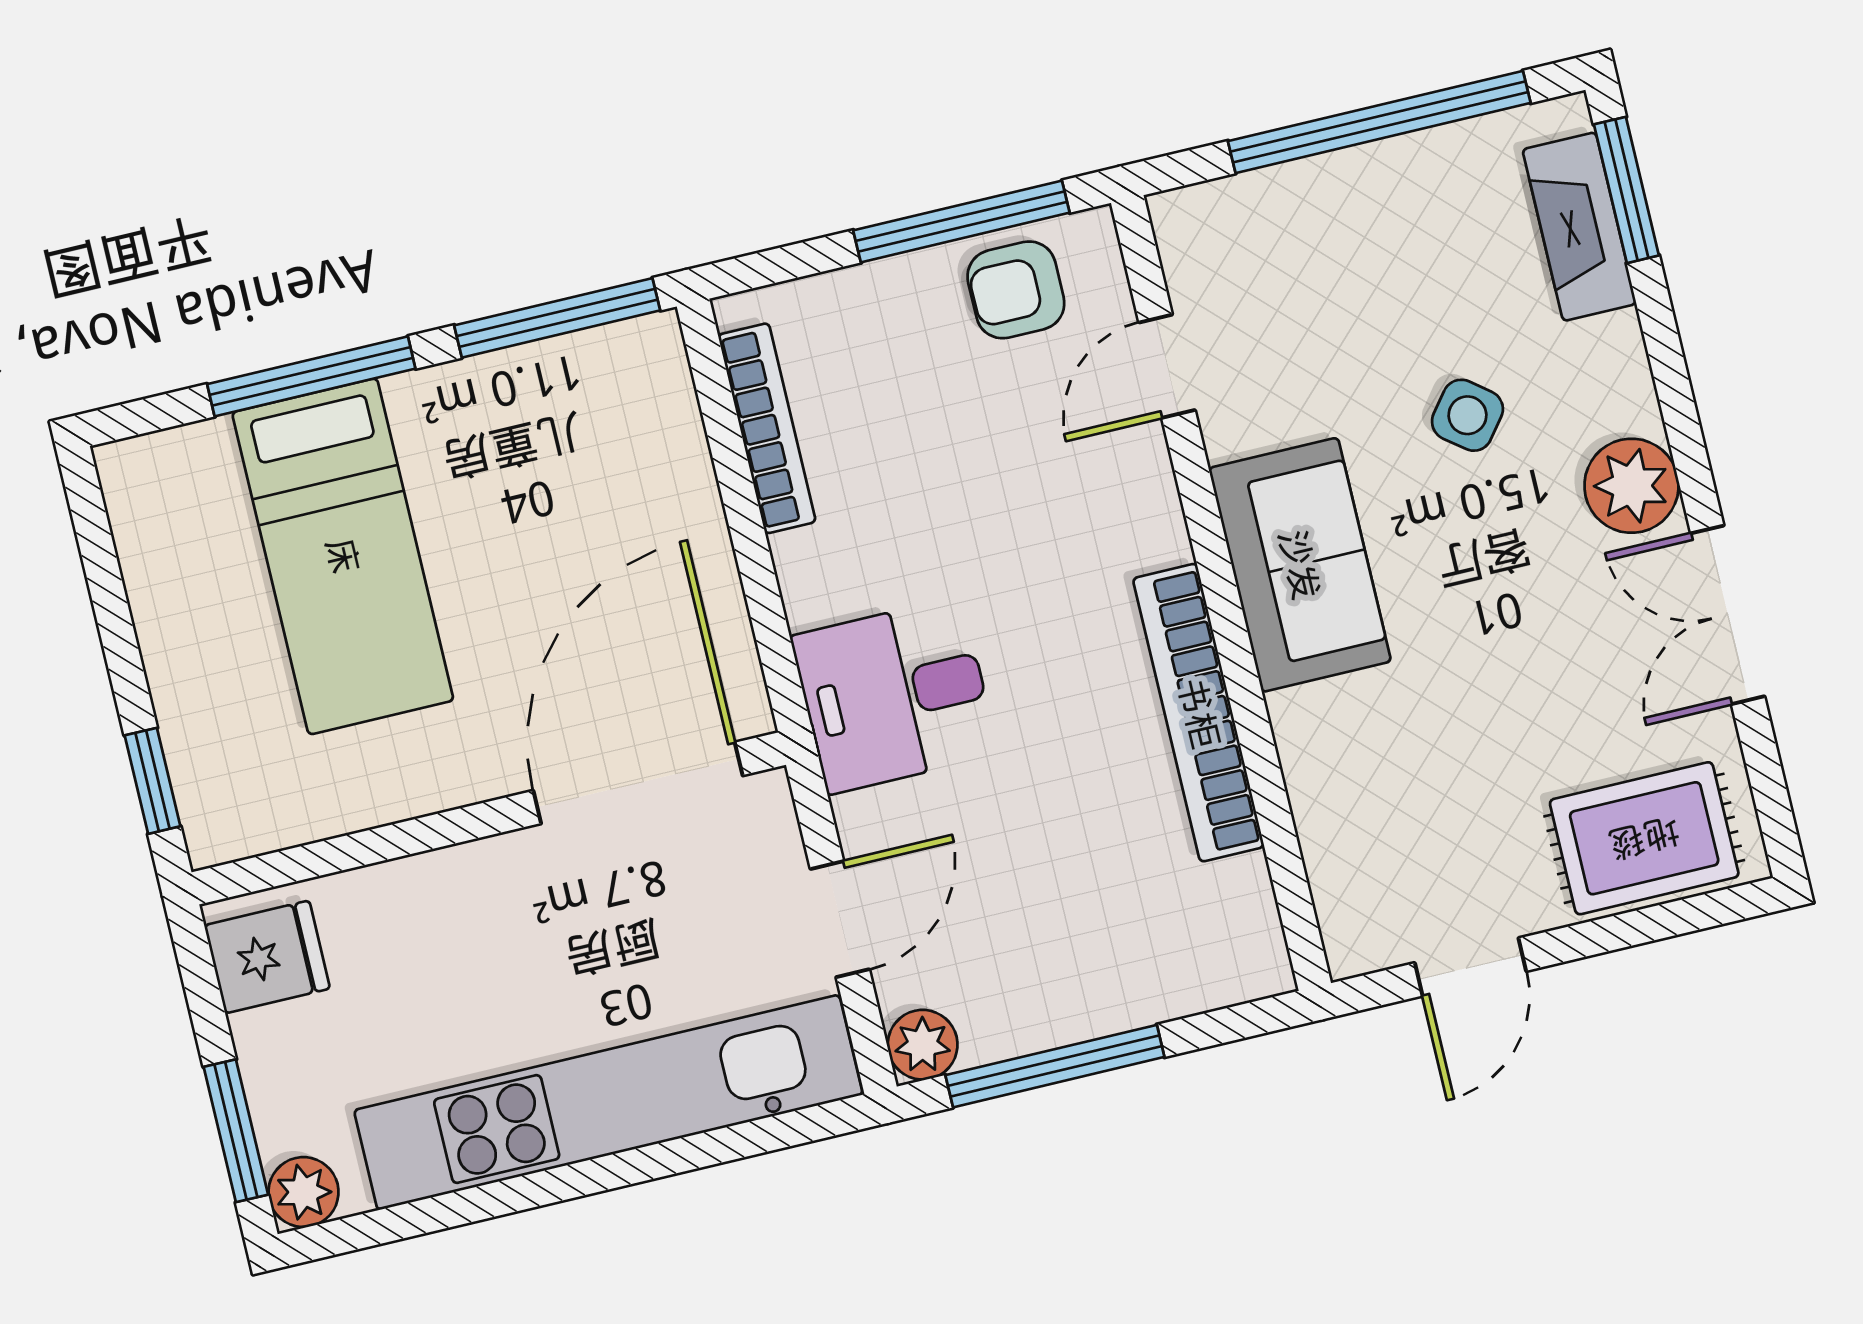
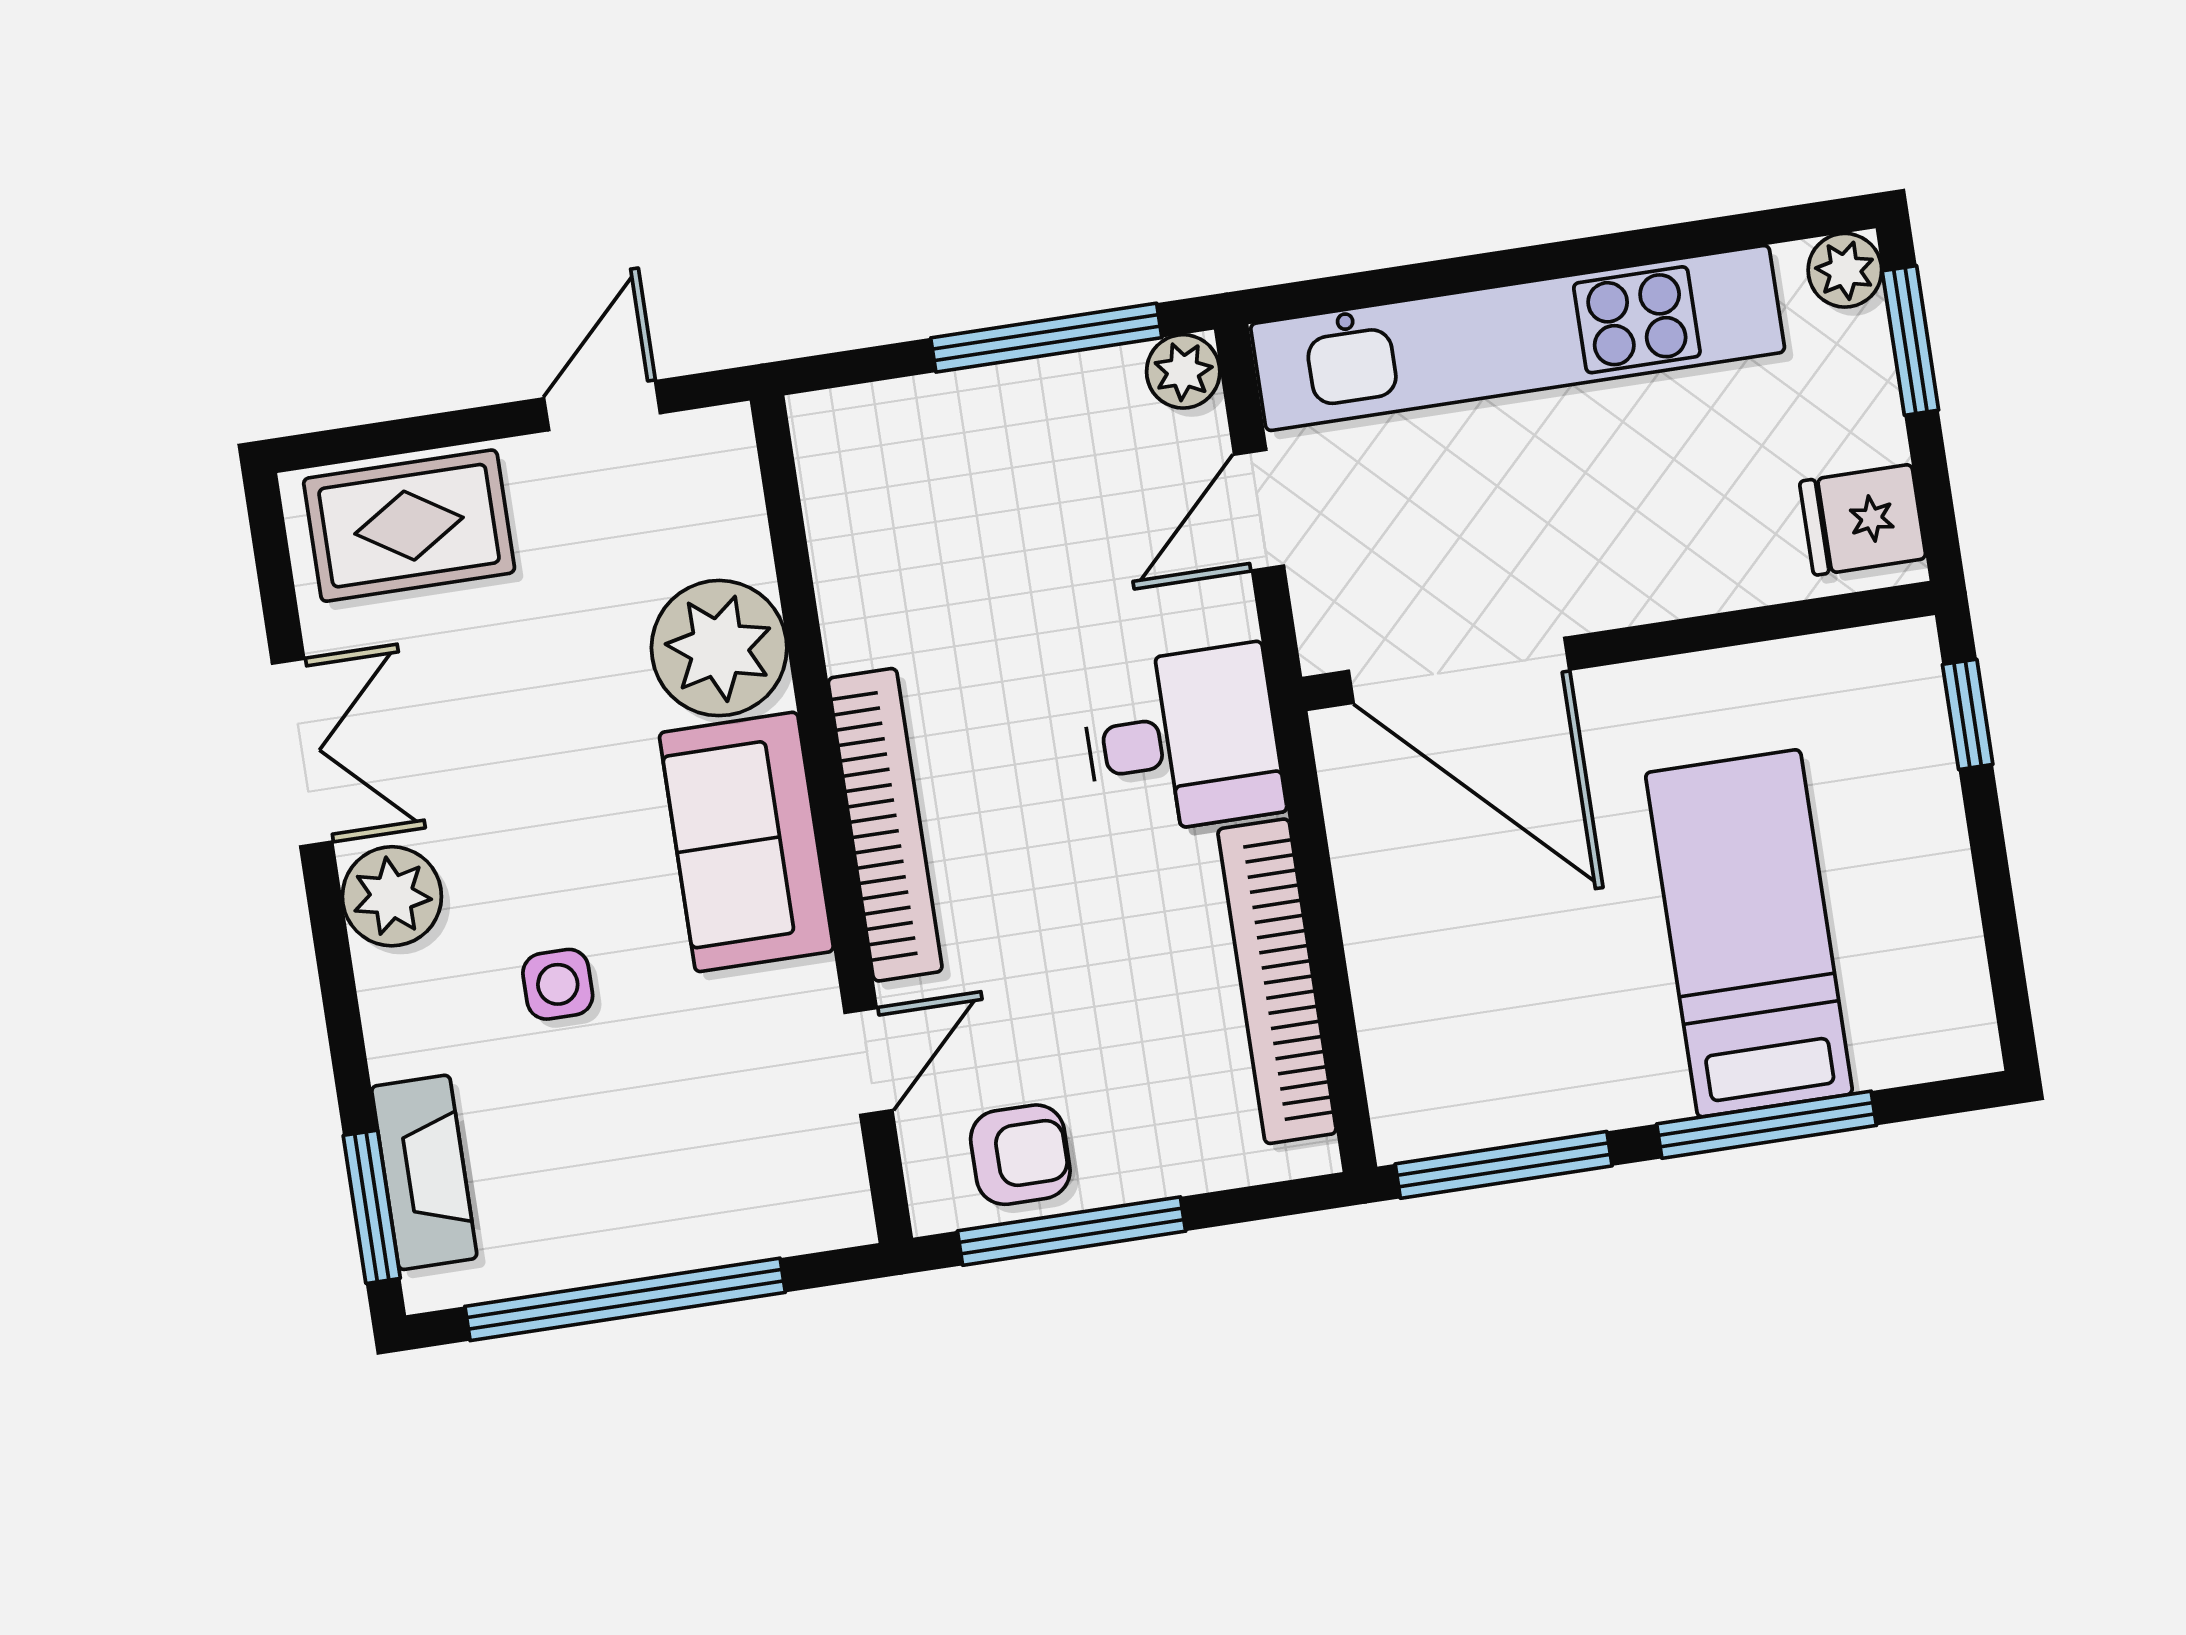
side table: (1467, 415) -> (558, 984), turned -38
bookcase: (767, 428) -> (1277, 981), width x1.48, depth x1.31
bookcase: (1199, 713) -> (885, 825), moved
plant: (1341, 746) -> (719, 648), added
door: (638, 783) -> (1459, 670), hinge flipped

